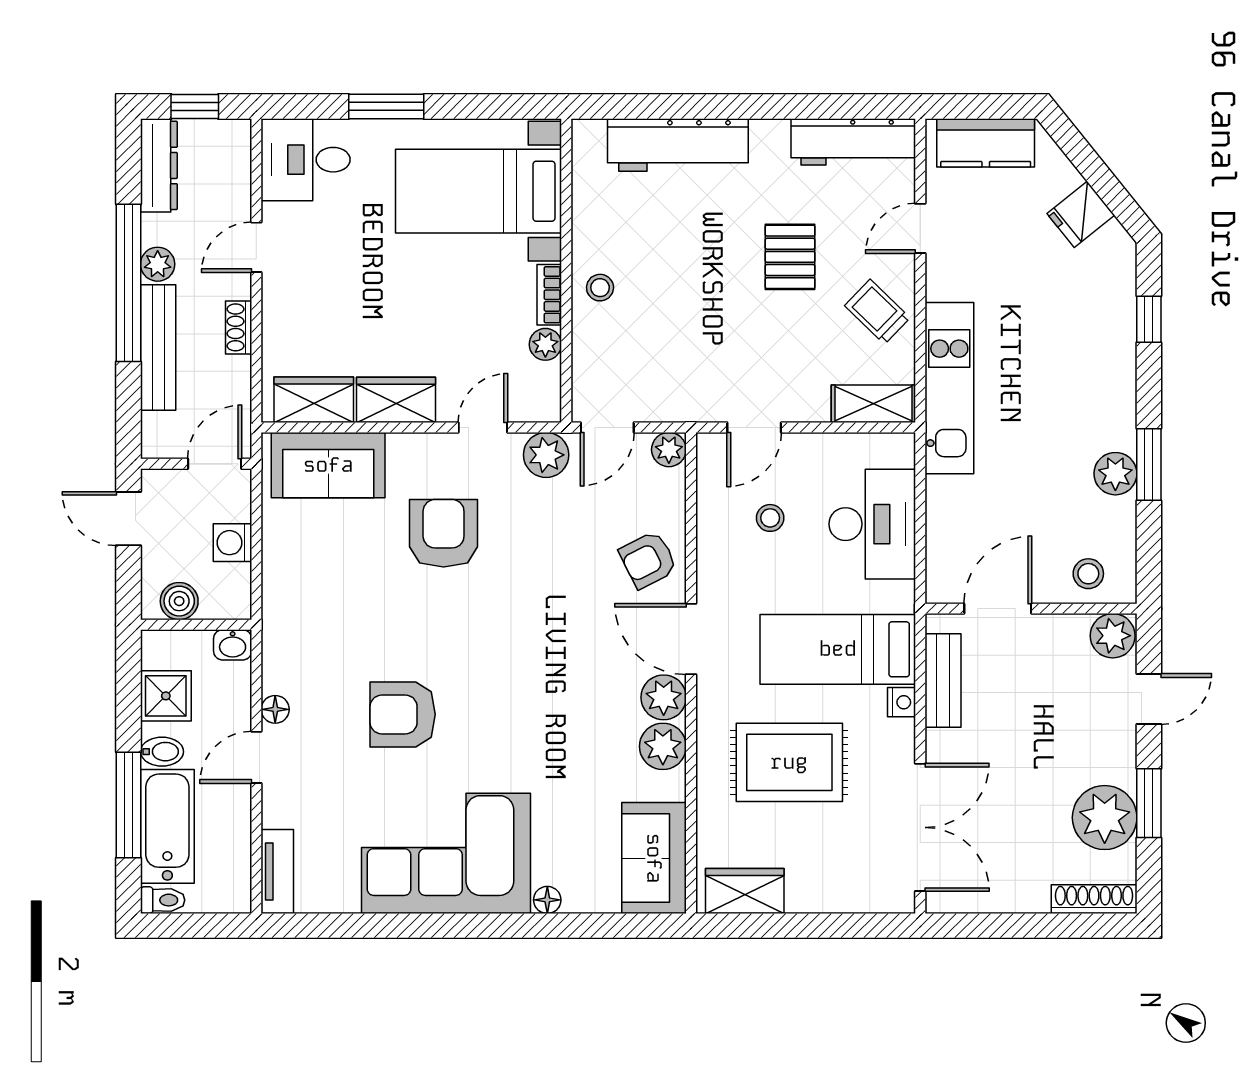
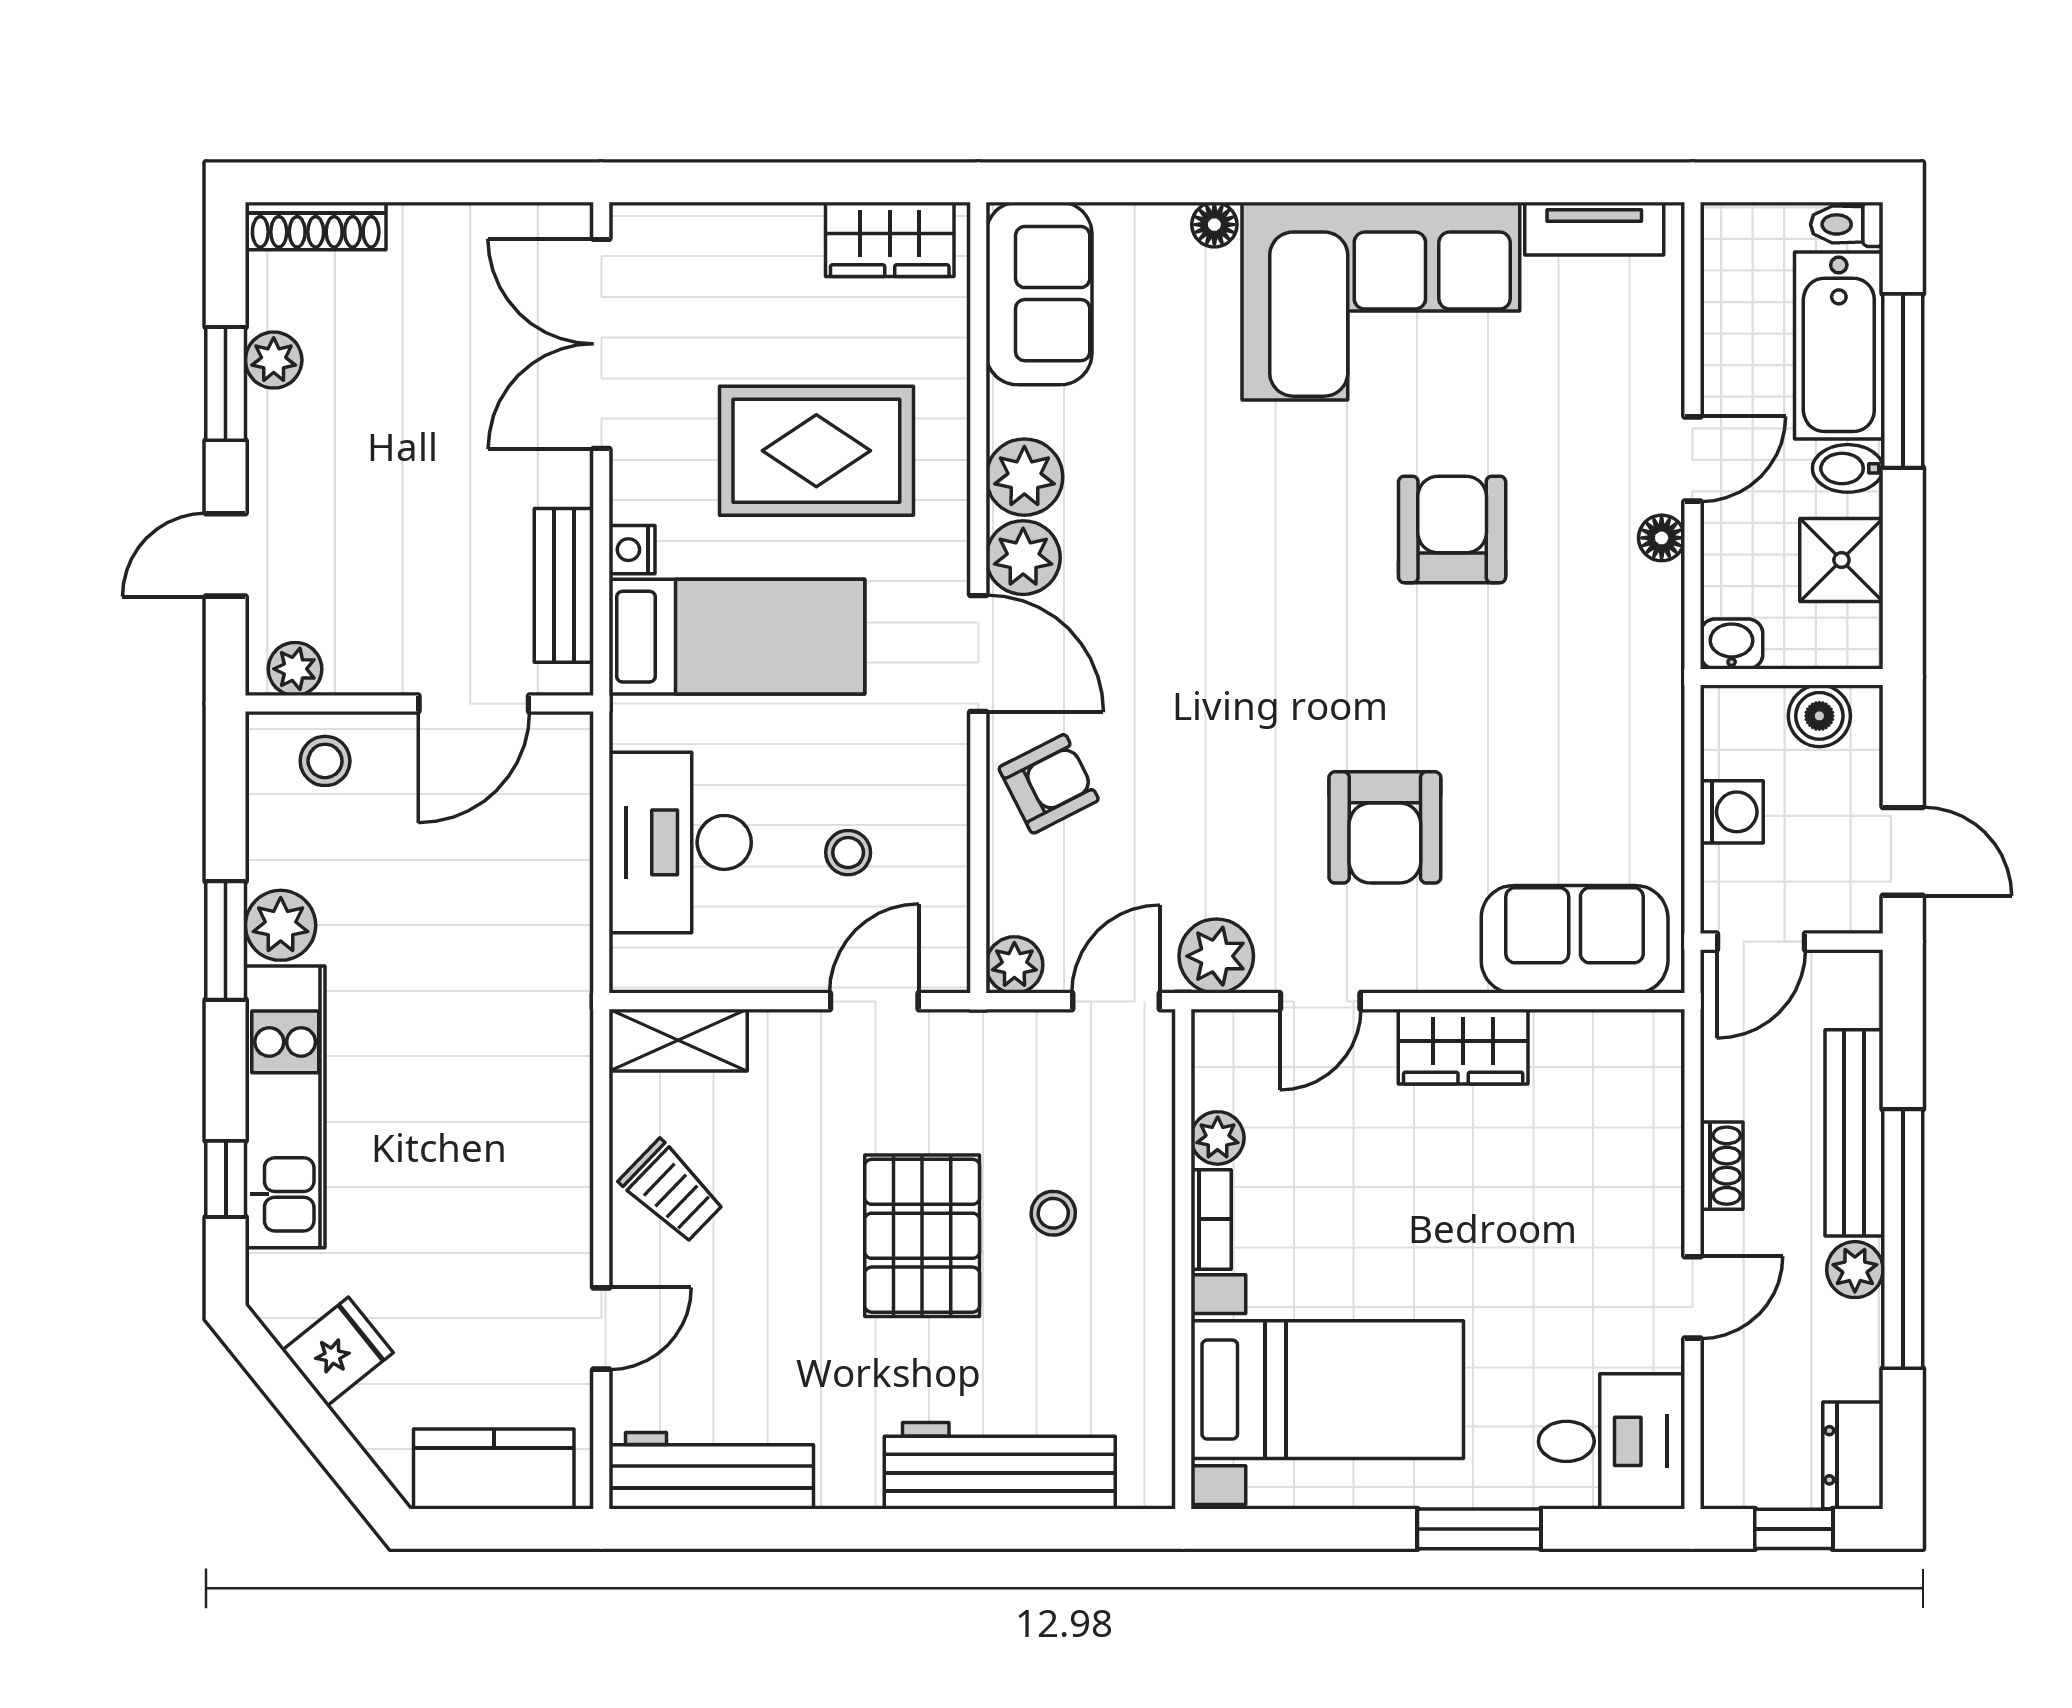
dresser: (159, 165) -> (1853, 1455), width x0.70
pallet: (790, 257) -> (922, 1236), moved, width x1.50, depth x1.42
stool: (600, 288) -> (1053, 1213), moved
kitchen unit: (949, 388) -> (285, 1107), moved, turned 180
wardrobe: (314, 400) -> (1598, 1047), removed
plant: (1113, 636) -> (295, 669), width x0.73, depth x0.73
armchair: (403, 714) -> (1452, 529), turned -90
plant: (1105, 818) -> (274, 360), width x0.53, depth x0.53
tv unit: (277, 871) -> (1594, 229), moved, turned -90

